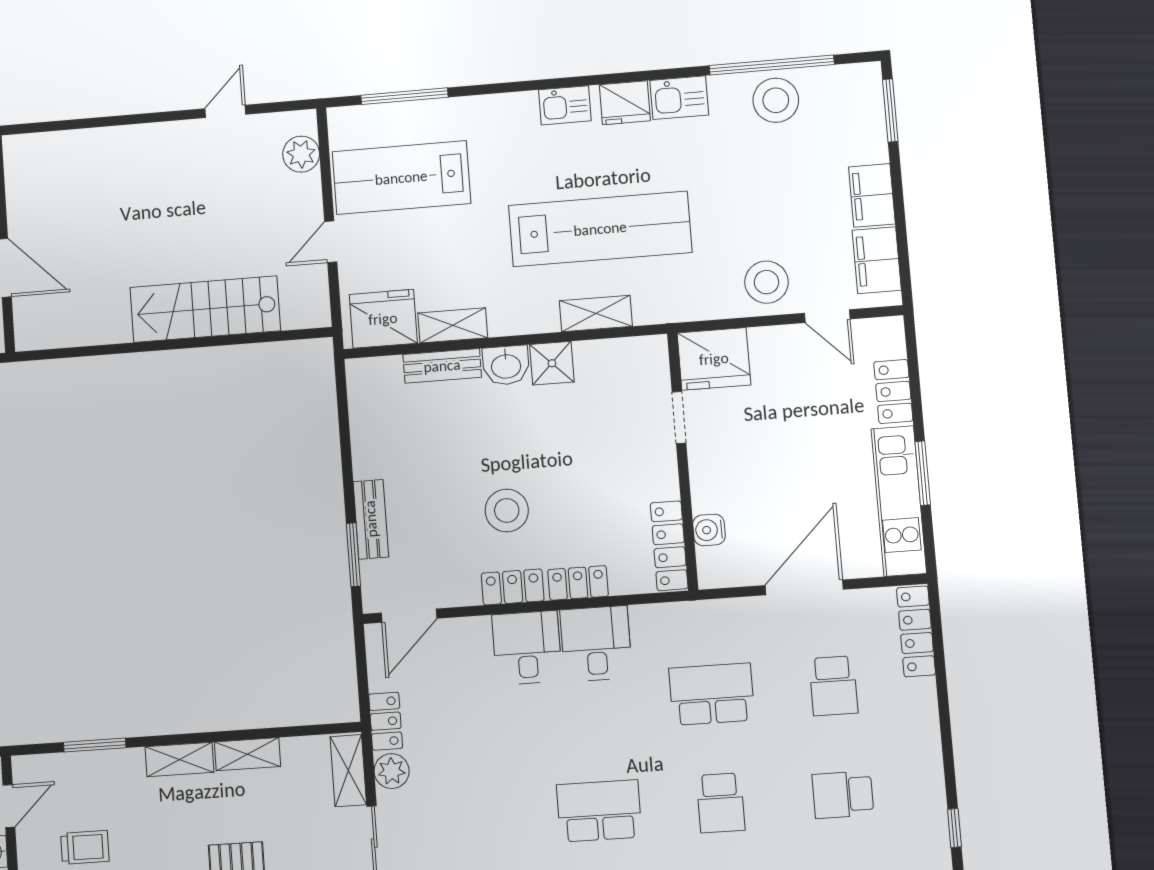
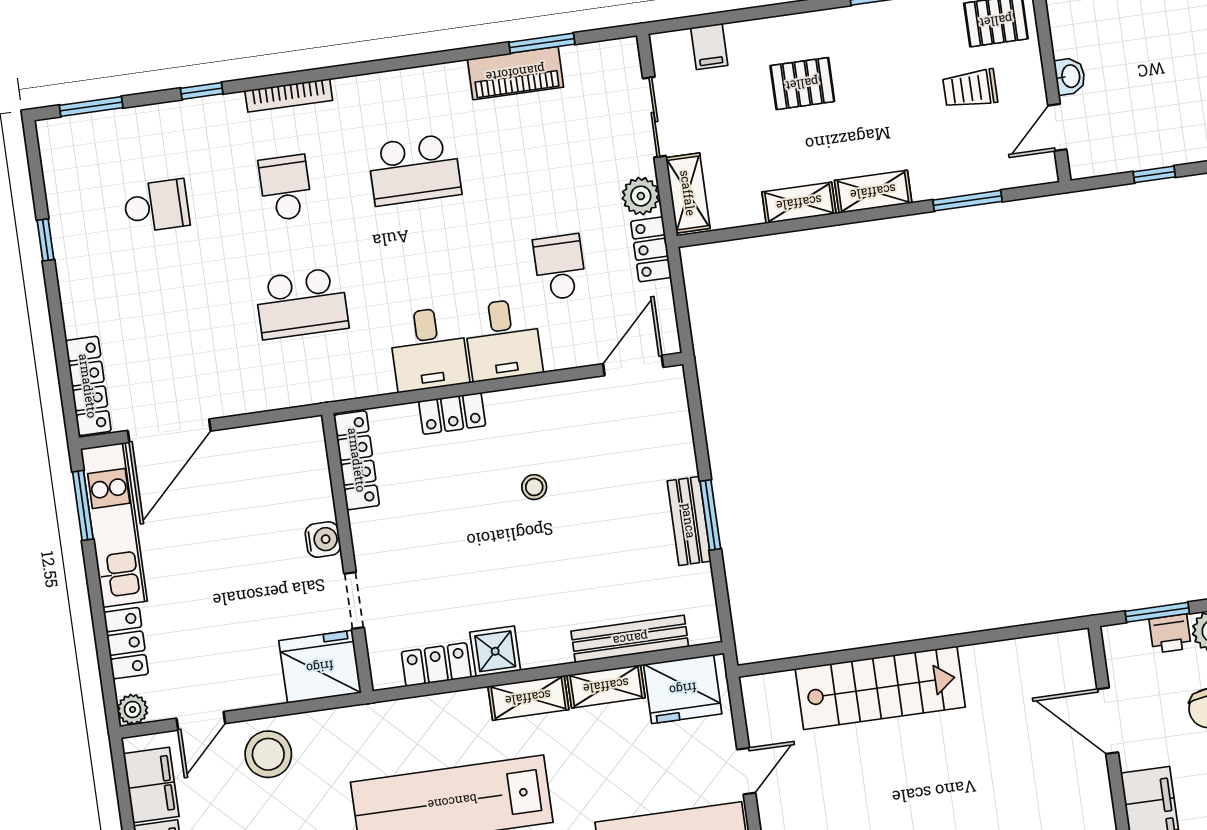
shelving: (596, 313) -> (528, 698), moved
door: (827, 316) -> (201, 721), swing flipped
plant: (890, 330) -> (133, 709), added
washbasin: (506, 365) -> (545, 646), removed
bench: (442, 366) -> (630, 639), width x1.36
window: (923, 473) -> (83, 505), moved
stool: (507, 510) -> (534, 487), width x0.53, depth x0.53
bench: (371, 519) -> (689, 521), moved
water cooler: (709, 530) -> (323, 540), moved
window: (353, 555) -> (710, 515), moved
locker: (513, 587) -> (436, 665), moved, turned 180
door: (804, 587) -> (169, 431), moved
school desk: (833, 686) -> (560, 267), moved
window: (954, 828) -> (46, 240), moved

